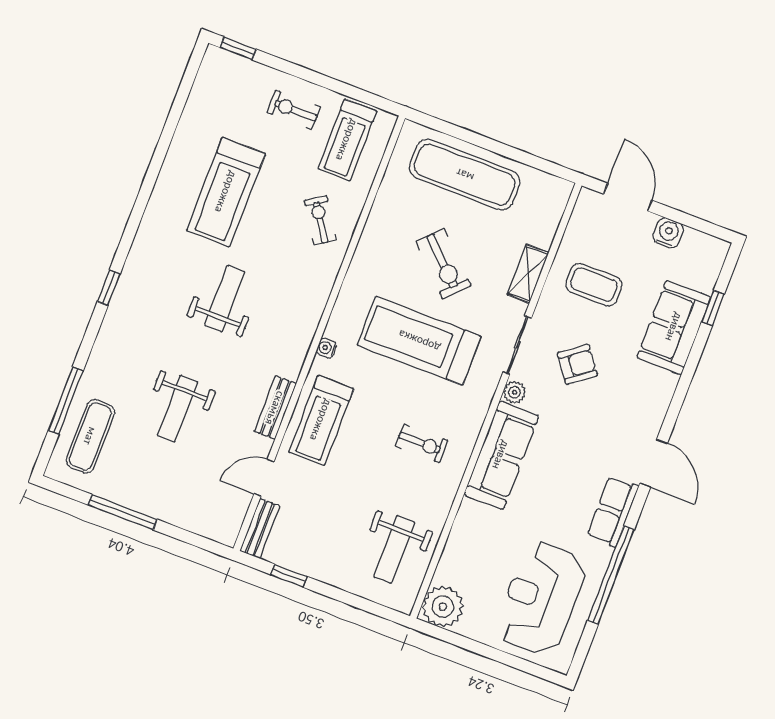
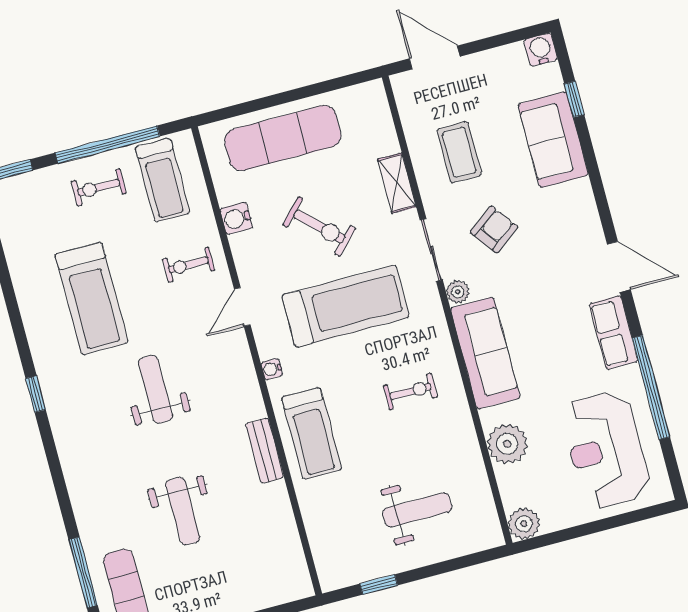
window: (325, 81) -> (107, 145), added
water cooler: (383, 211) -> (236, 218), added
exercise bike: (320, 220) -> (189, 265), turned -57
water cooler: (668, 233) -> (541, 50), moved
coffee table: (594, 285) -> (459, 152), turned 90
window: (109, 288) -> (36, 394), moved
treadmill: (419, 341) -> (346, 306), turned 180
door: (264, 478) -> (242, 307), moved
bench: (260, 528) -> (325, 562), removed
plant: (468, 538) -> (507, 444), added
weight bench: (394, 549) -> (417, 510), moved, turned -90
plant: (443, 607) -> (524, 524), width x0.73, depth x0.73

